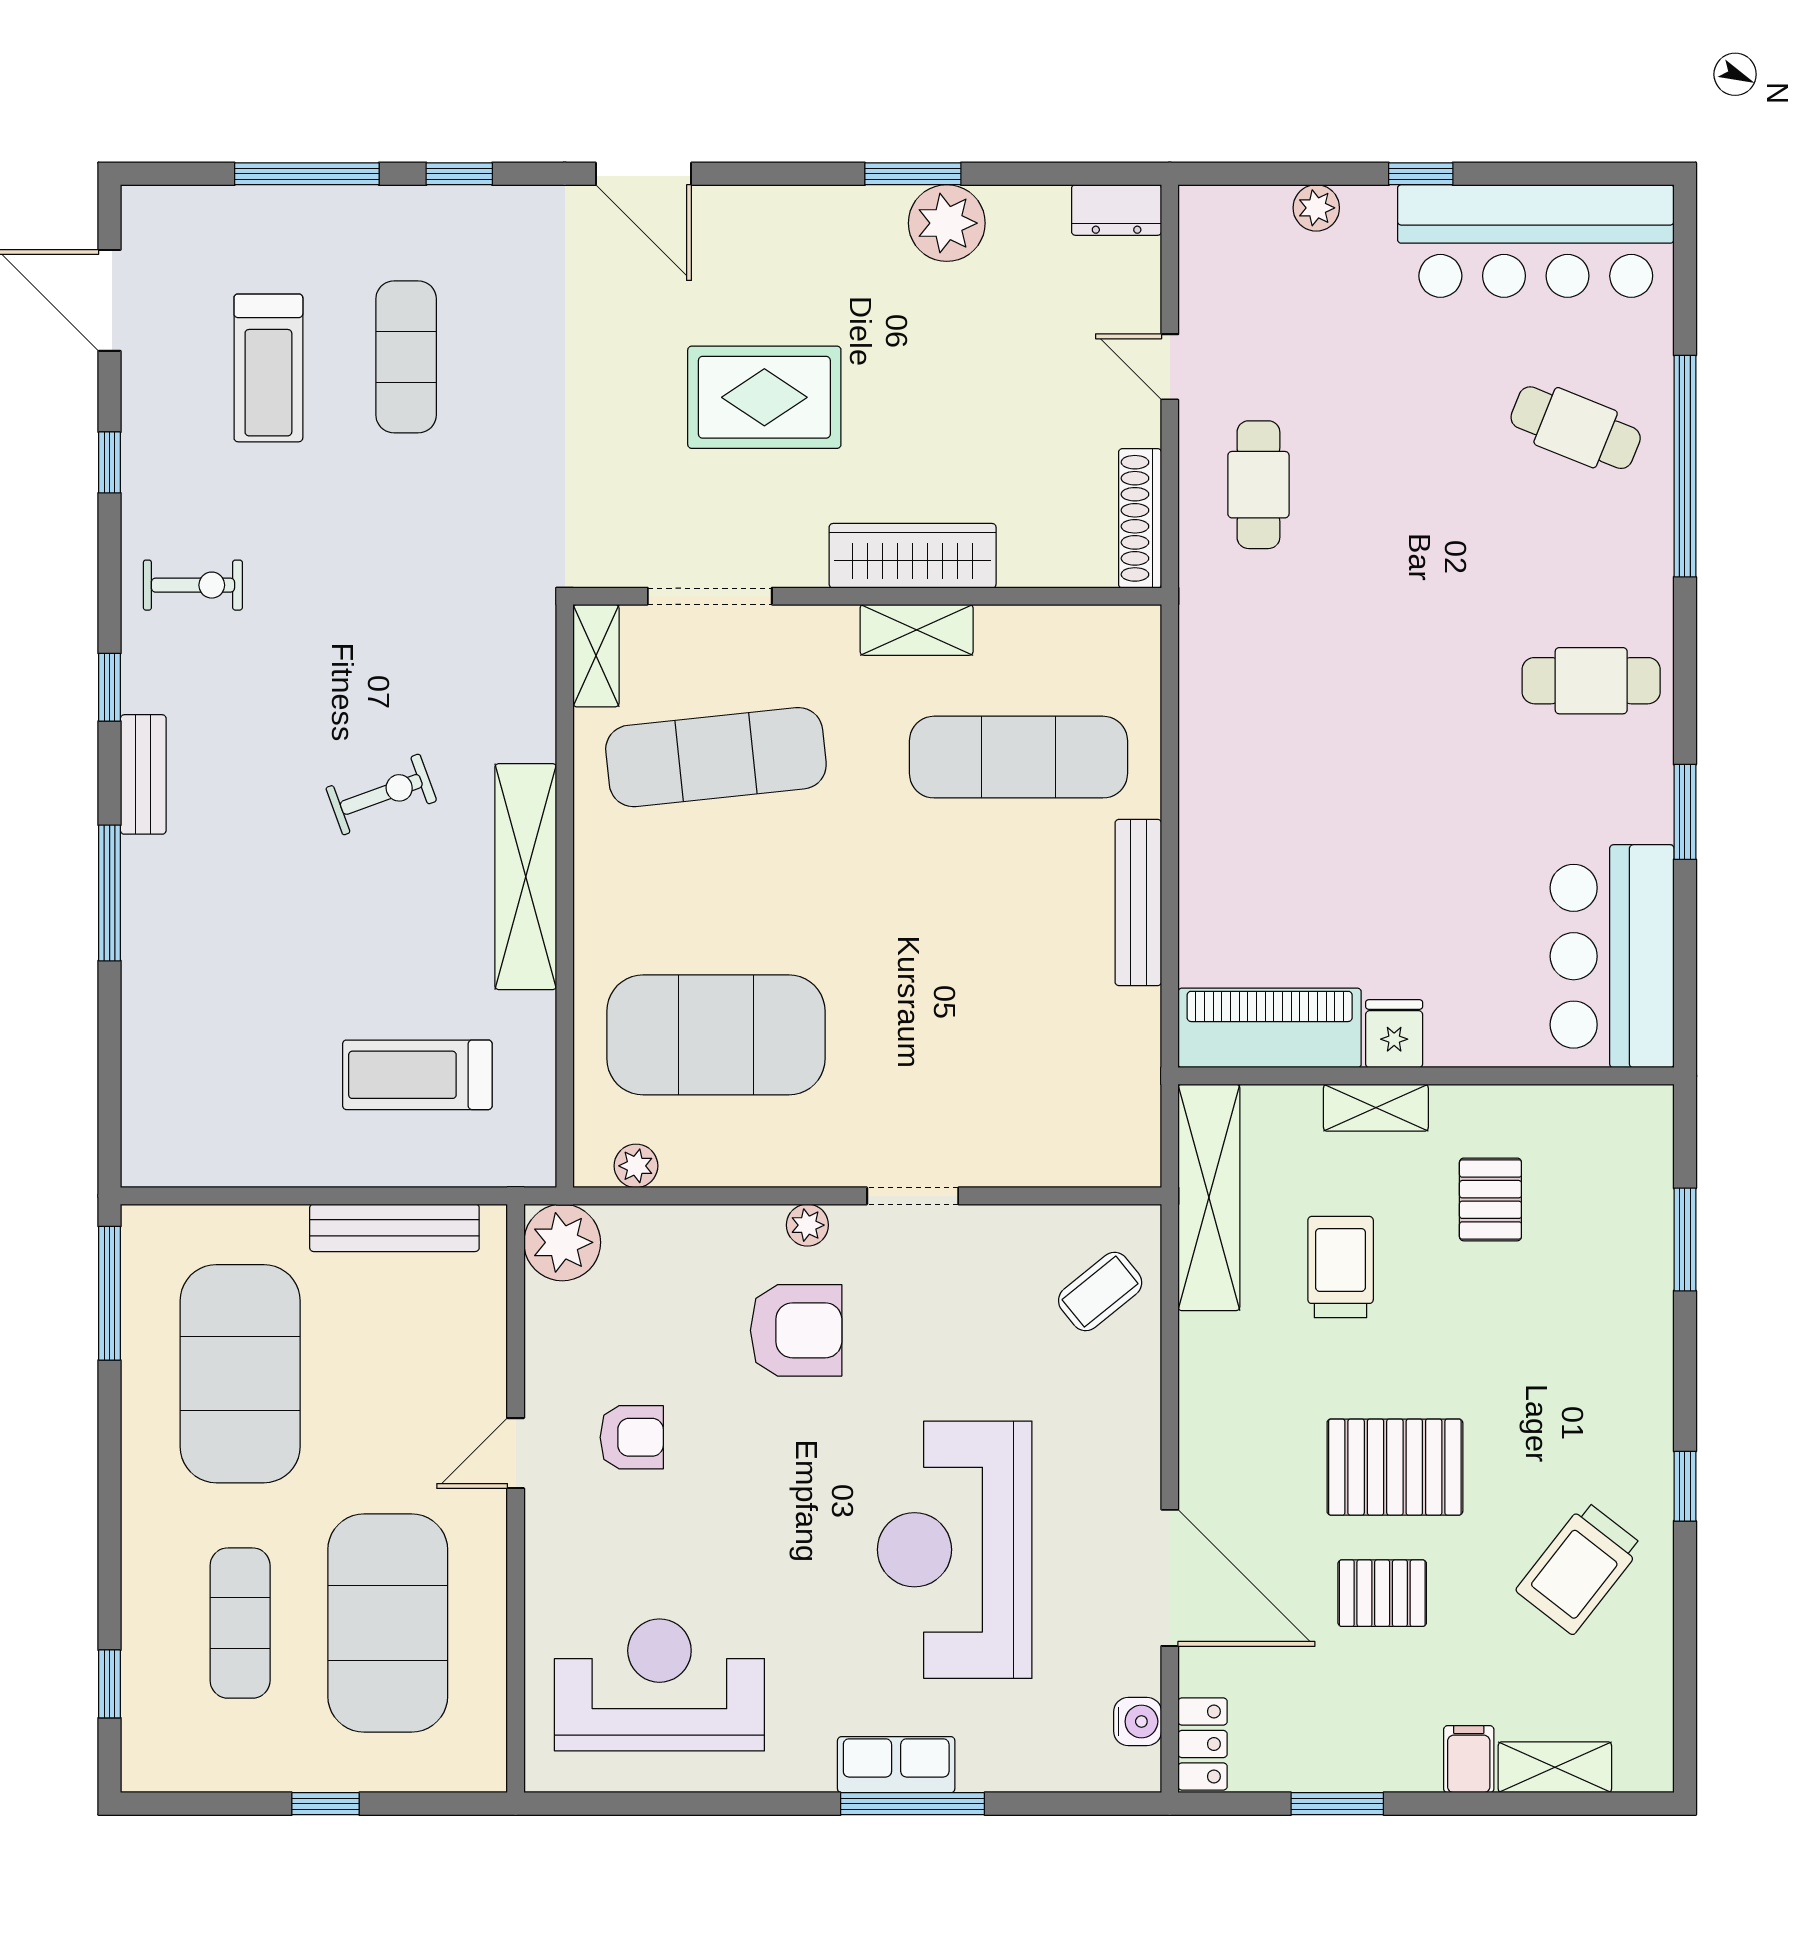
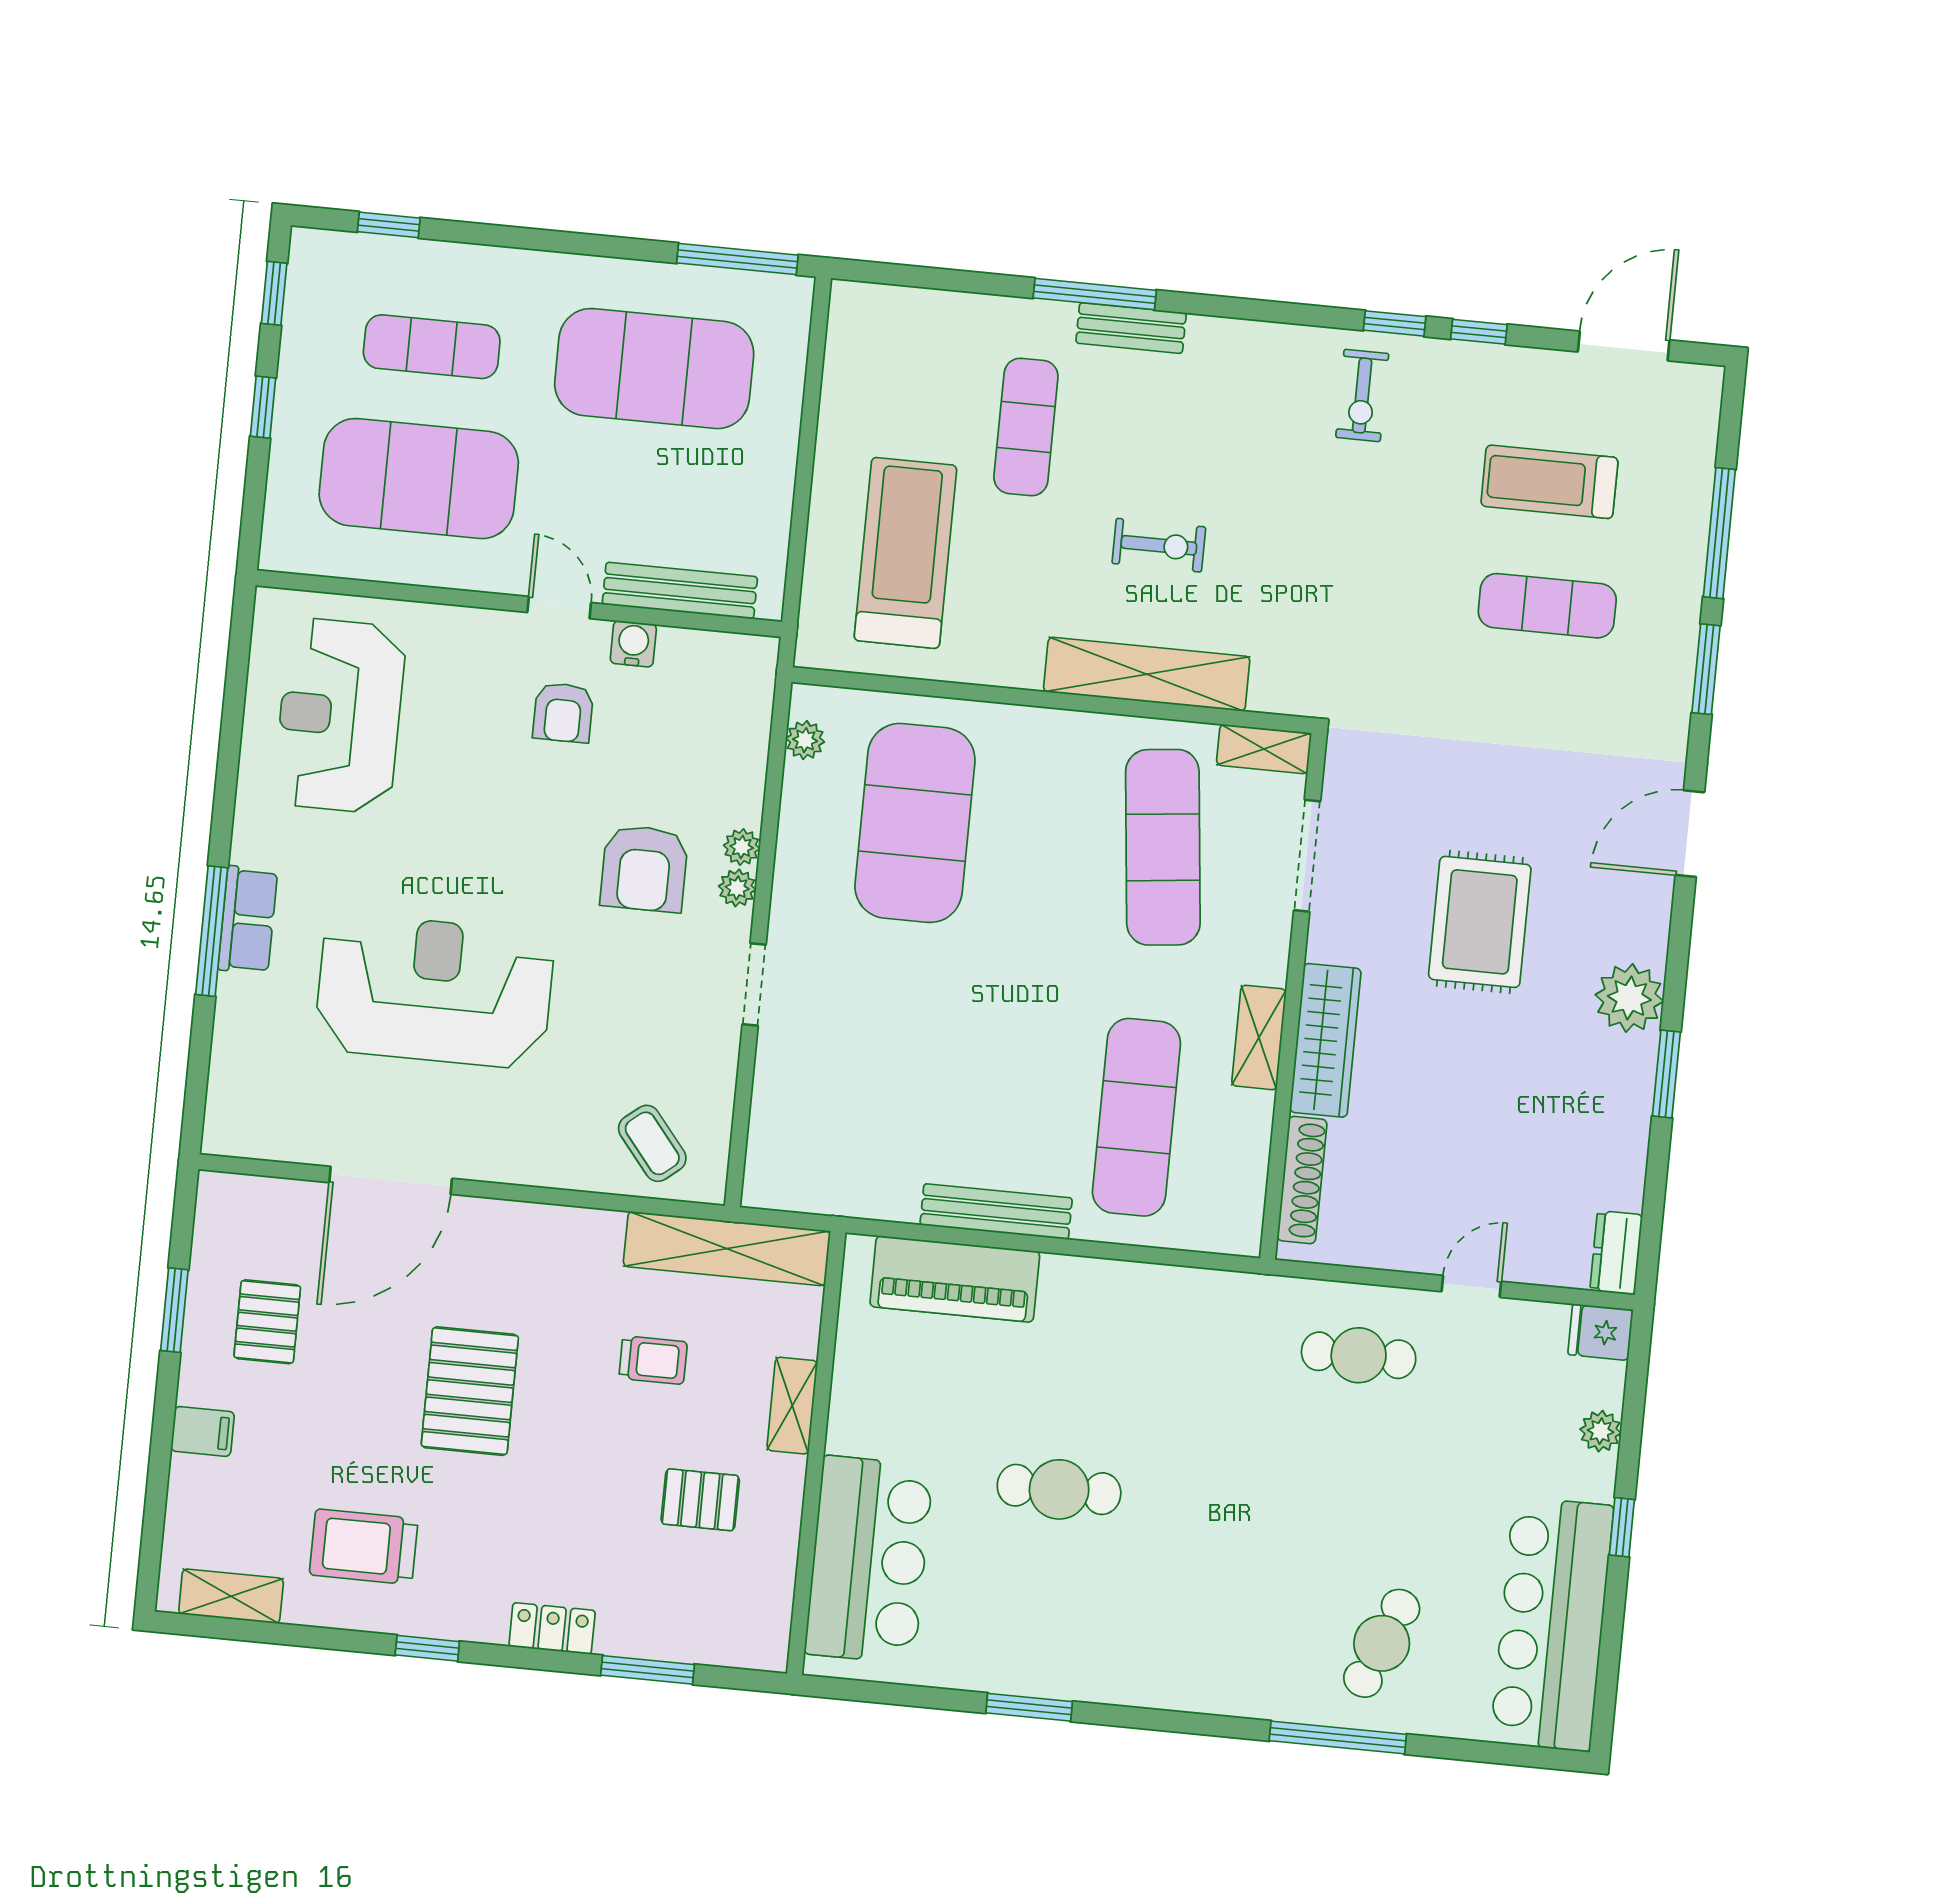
window: (459, 174) -> (1706, 669), width x1.50
plant: (947, 223) -> (1629, 998), moved
window: (1685, 466) -> (1338, 1738), width x0.68
shoe rack: (1140, 518) -> (1302, 1180), moved, turned 90
cafe table: (1591, 681) -> (1059, 1489), moved, turned 90
window: (110, 687) -> (1395, 323), moved
bench: (143, 774) -> (1131, 328), moved
exercise bike: (381, 794) -> (1159, 545), turned -70
shelving: (526, 877) -> (1147, 674), moved
exercise mat: (265, 955) -> (1026, 427), added
bar counter: (1612, 956) -> (869, 1560), moved, turned 90
piano: (1270, 1028) -> (955, 1279), moved, turned 90
fridge: (1394, 1034) -> (1601, 1332), moved, turned 180
treadmill: (417, 1075) -> (905, 553), width x1.37, depth x1.38
bench: (394, 1228) -> (680, 591), moved, turned 90
plant: (562, 1242) -> (742, 847), moved, width x0.53, depth x0.53
trolley: (1341, 1267) -> (653, 1360), width x0.73, depth x0.72
trolley: (1579, 1568) -> (364, 1547), turned -38
pallet: (1382, 1593) -> (267, 1322), moved
reception desk: (659, 1685) -> (340, 716), turned 180
water cooler: (1138, 1722) -> (633, 644), moved, turned 180
locker: (1203, 1744) -> (552, 1628), moved, turned 180
shelving: (1555, 1767) -> (231, 1596), moved, turned 90
window: (198, 1804) -> (274, 293), added

